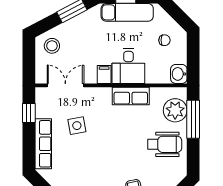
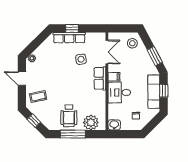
row of seats: (131, 96) -> (100, 78), moved
window: (29, 113) -> (72, 28), moved
window: (193, 119) -> (73, 134), moved

